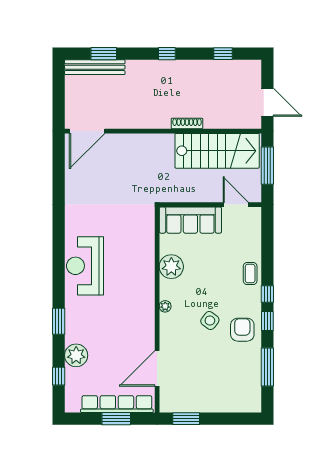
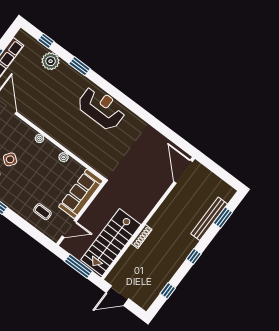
bench: (95, 67) -> (209, 219), moved
plant: (171, 267) -> (64, 157), width x0.53, depth x0.53
coffee table: (250, 274) -> (42, 212), moved

